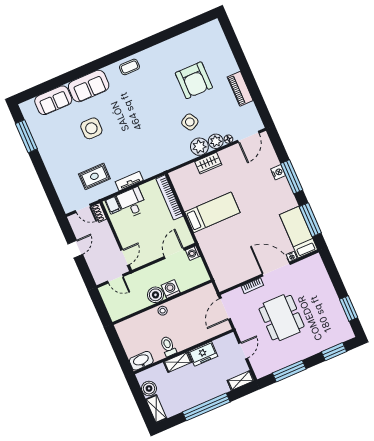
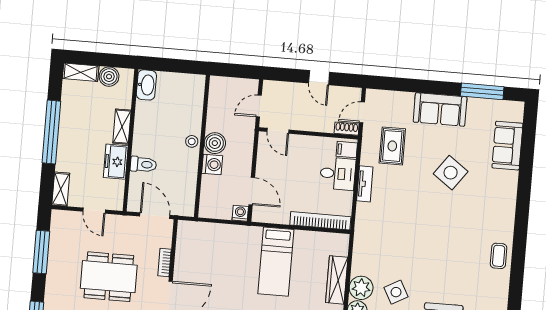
sofa: (89, 86) -> (440, 109), moved, turned -90
side table: (91, 128) -> (451, 173), turned 36
wardrobe: (208, 163) -> (337, 280), width x1.50
toilet: (168, 346) -> (143, 164), moved

